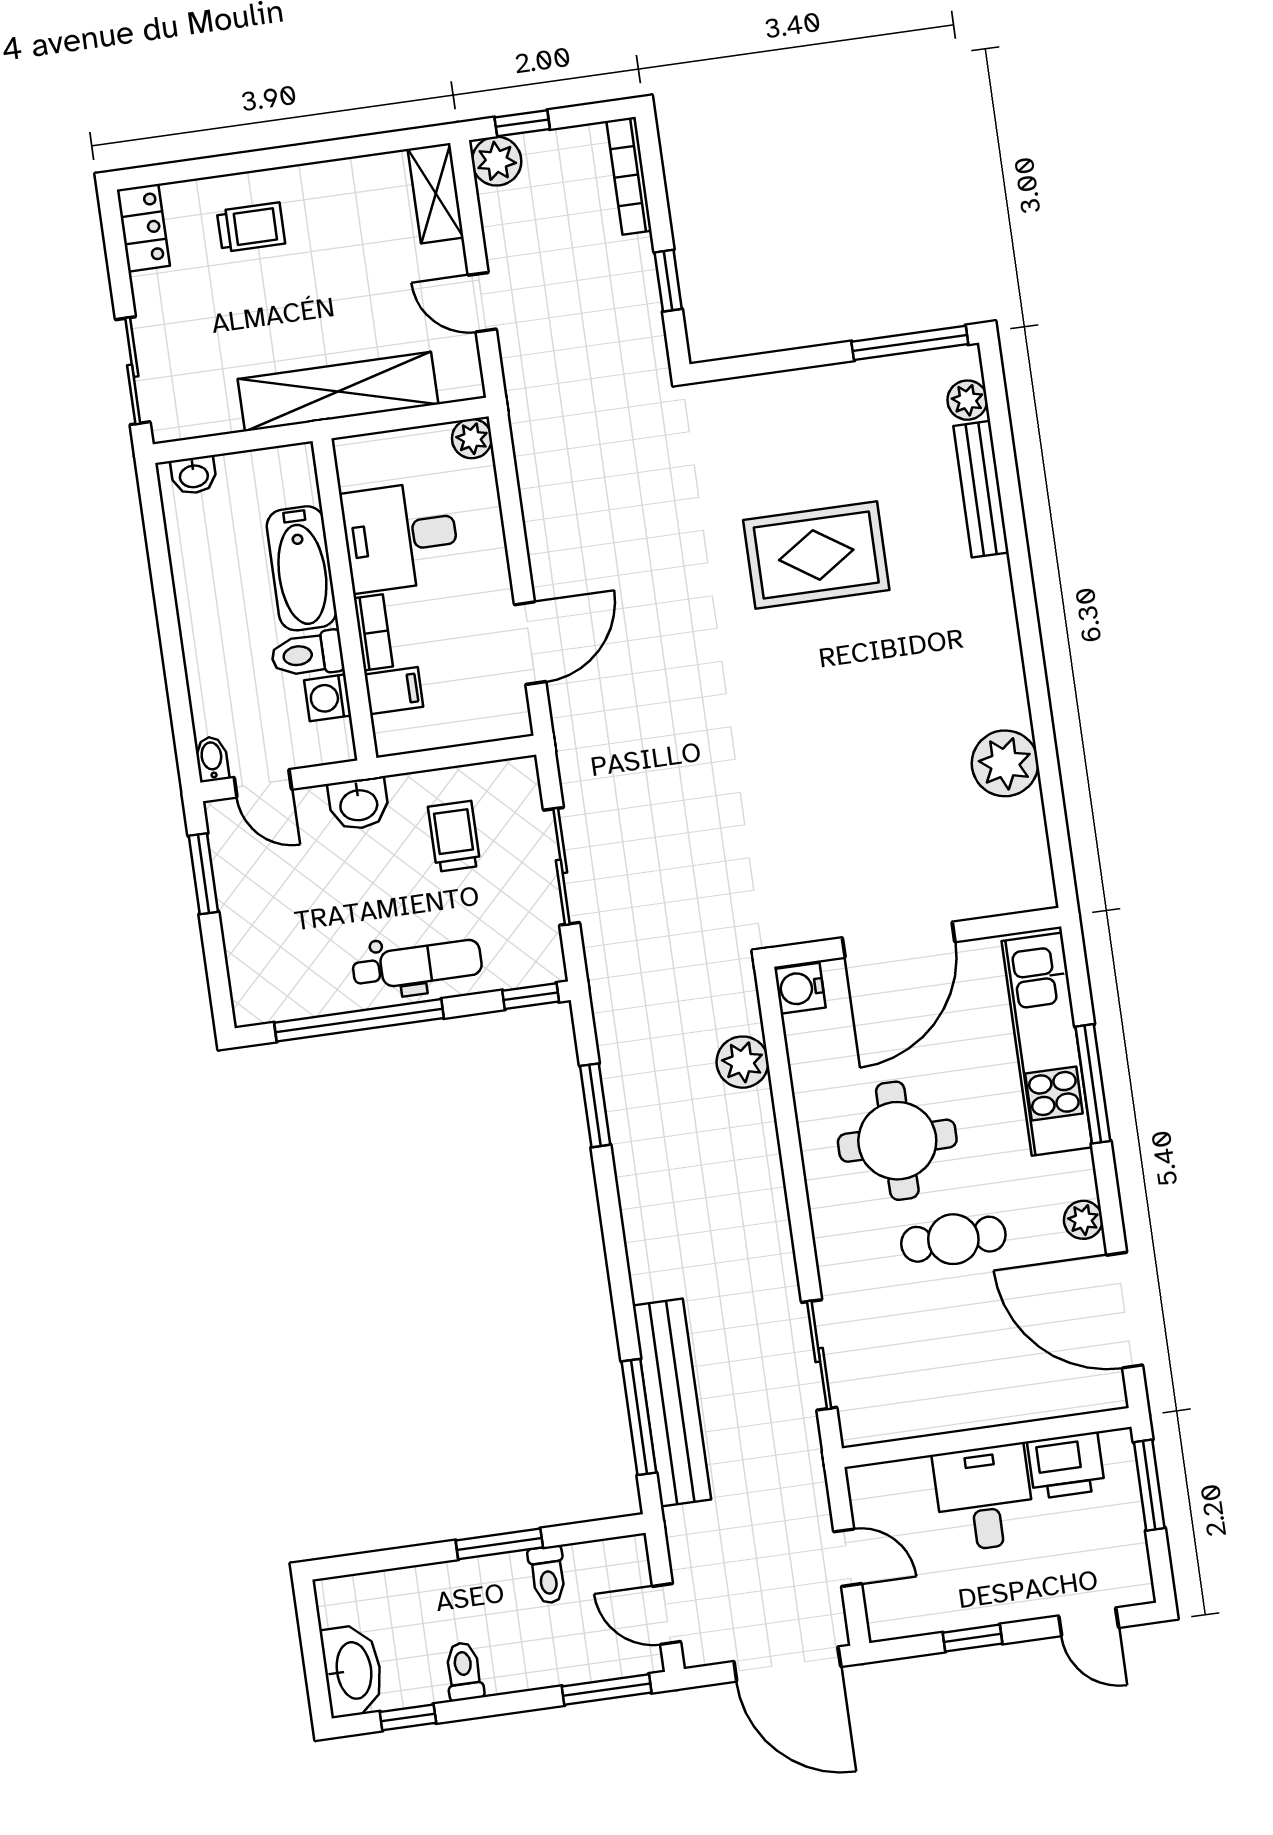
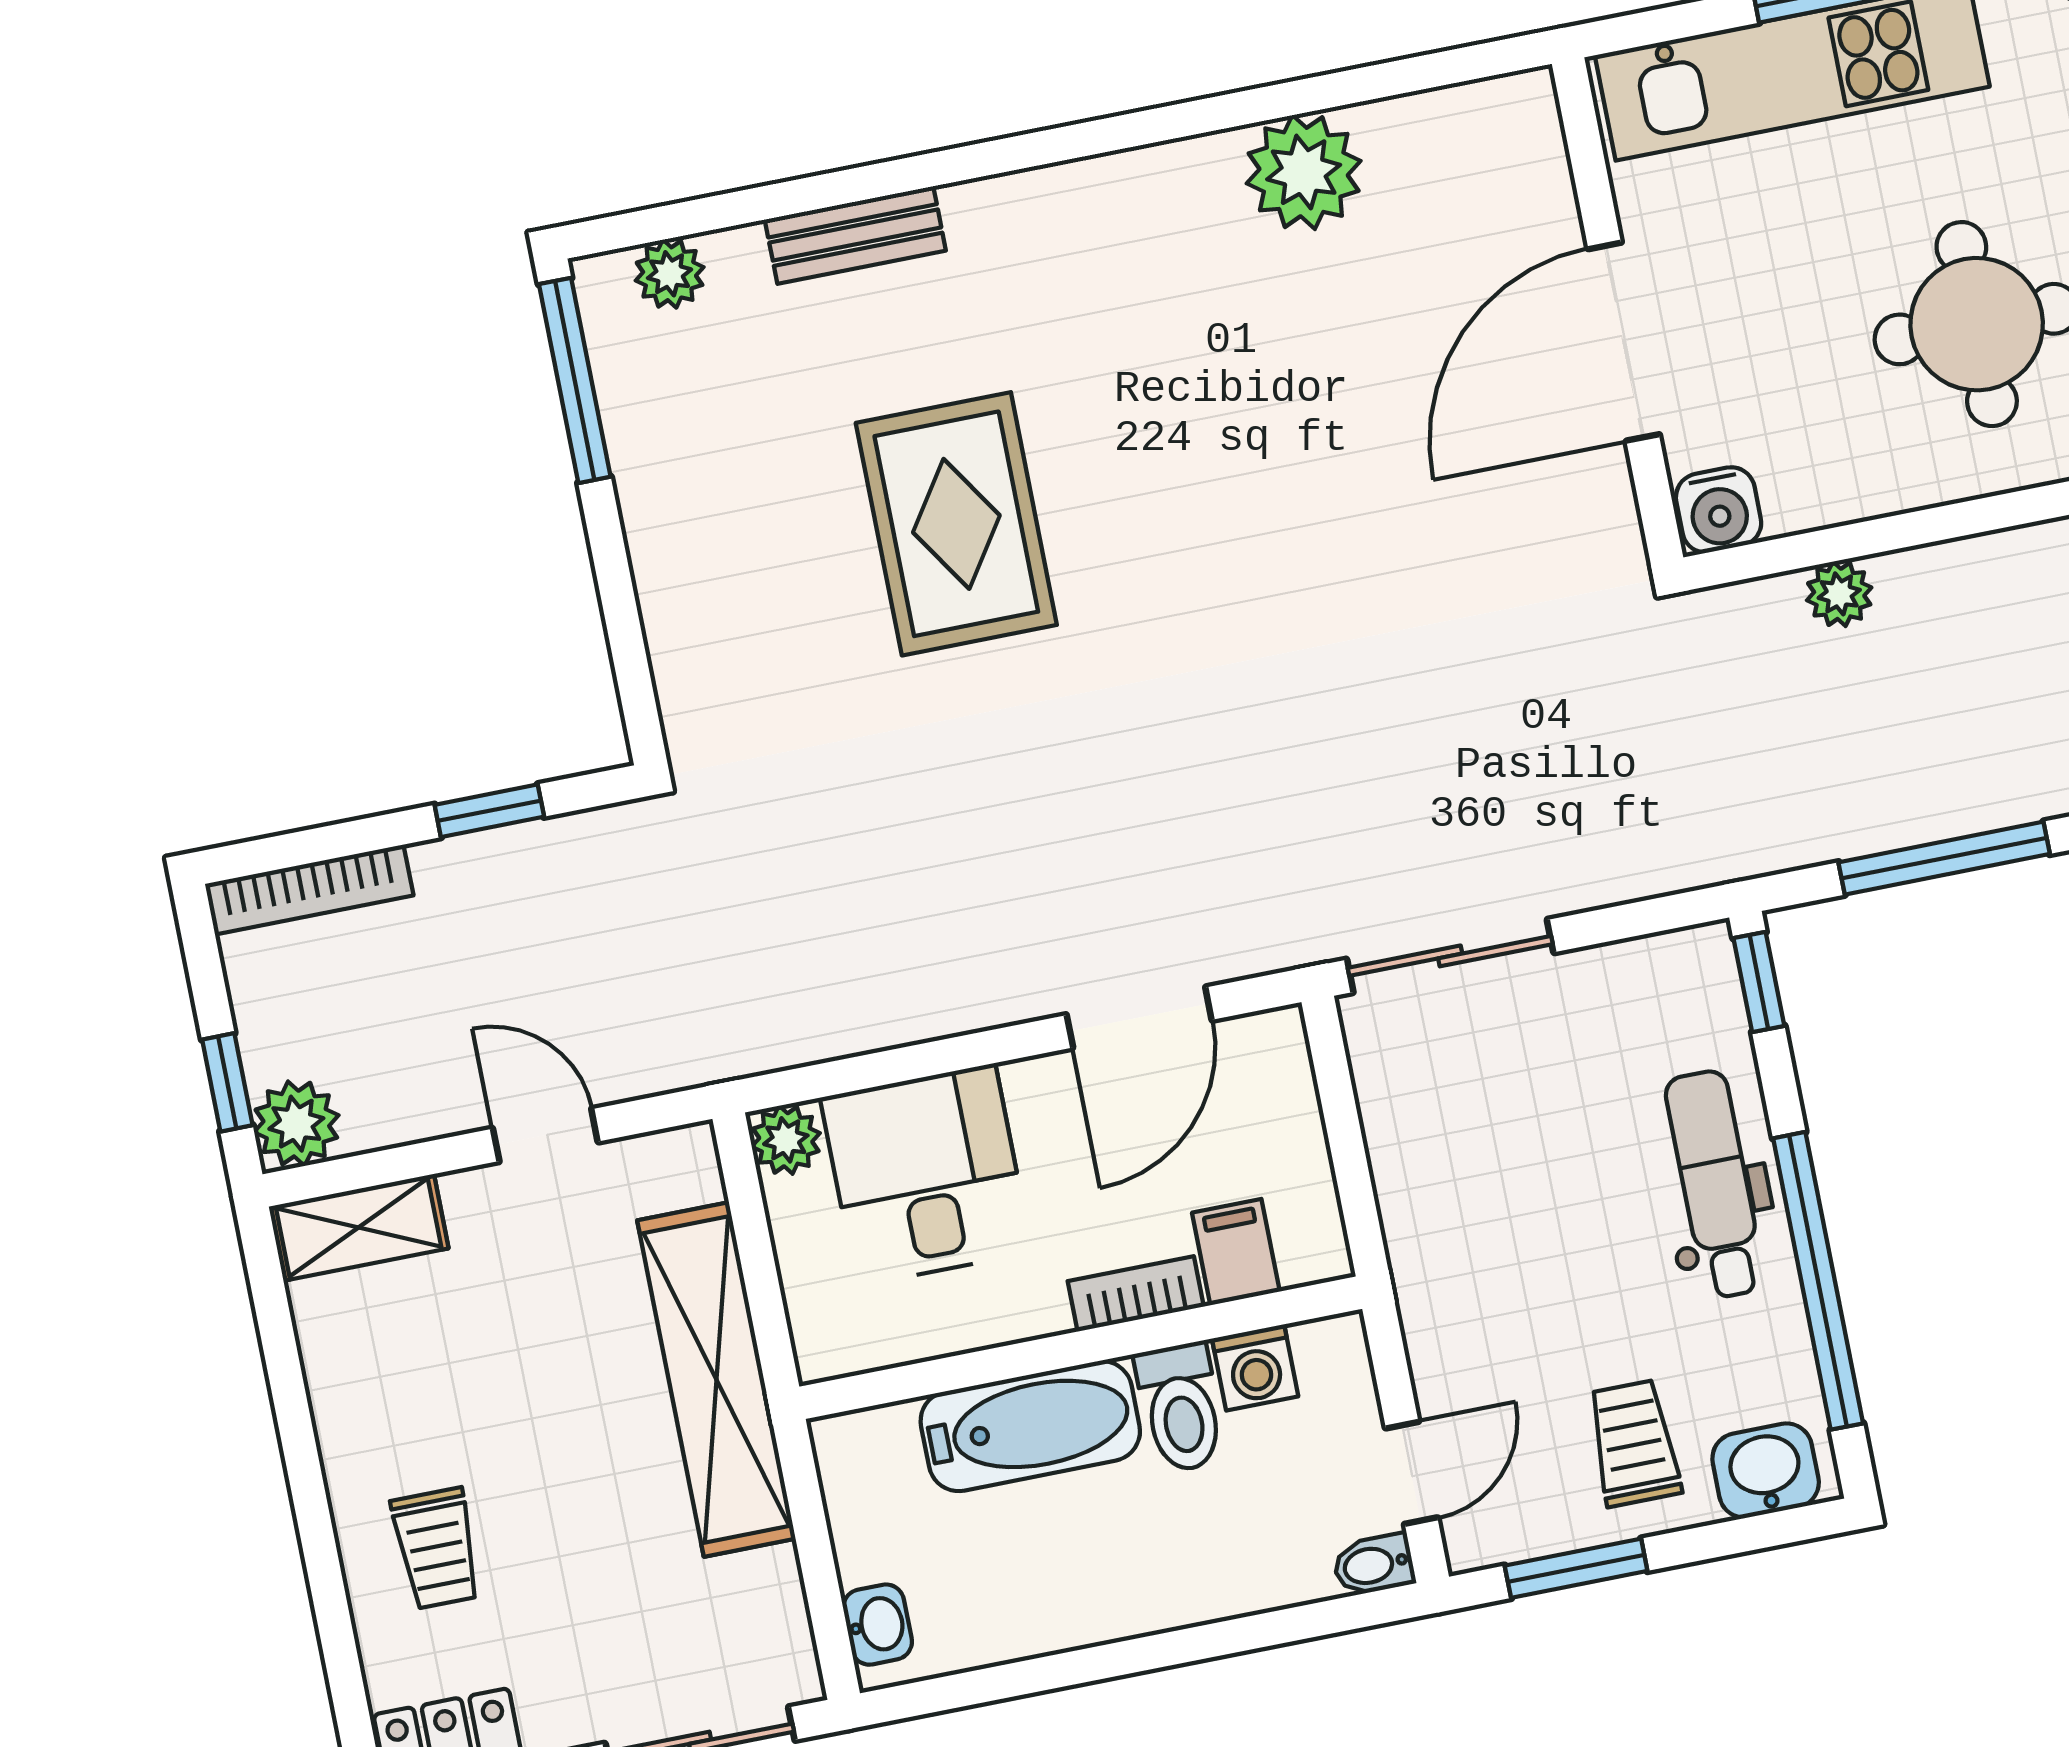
trolley: (251, 227) -> (437, 1548), turned 180
door: (482, 302) -> (545, 1135), swing flipped
bench: (981, 489) -> (855, 235), width x0.73
desk: (400, 536) -> (926, 1175), moved, turned 180
door: (530, 643) -> (1139, 1018), swing flipped
washbasin: (359, 804) -> (1766, 1471), moved, turned -90
trolley: (454, 836) -> (1634, 1443), moved, turned 90
sliding door: (561, 866) -> (1450, 956), moved
door: (899, 940) -> (1624, 342), swing flipped
plant: (742, 1062) -> (1839, 594), width x0.73, depth x0.73
window: (595, 1105) -> (1944, 858), width x1.44

